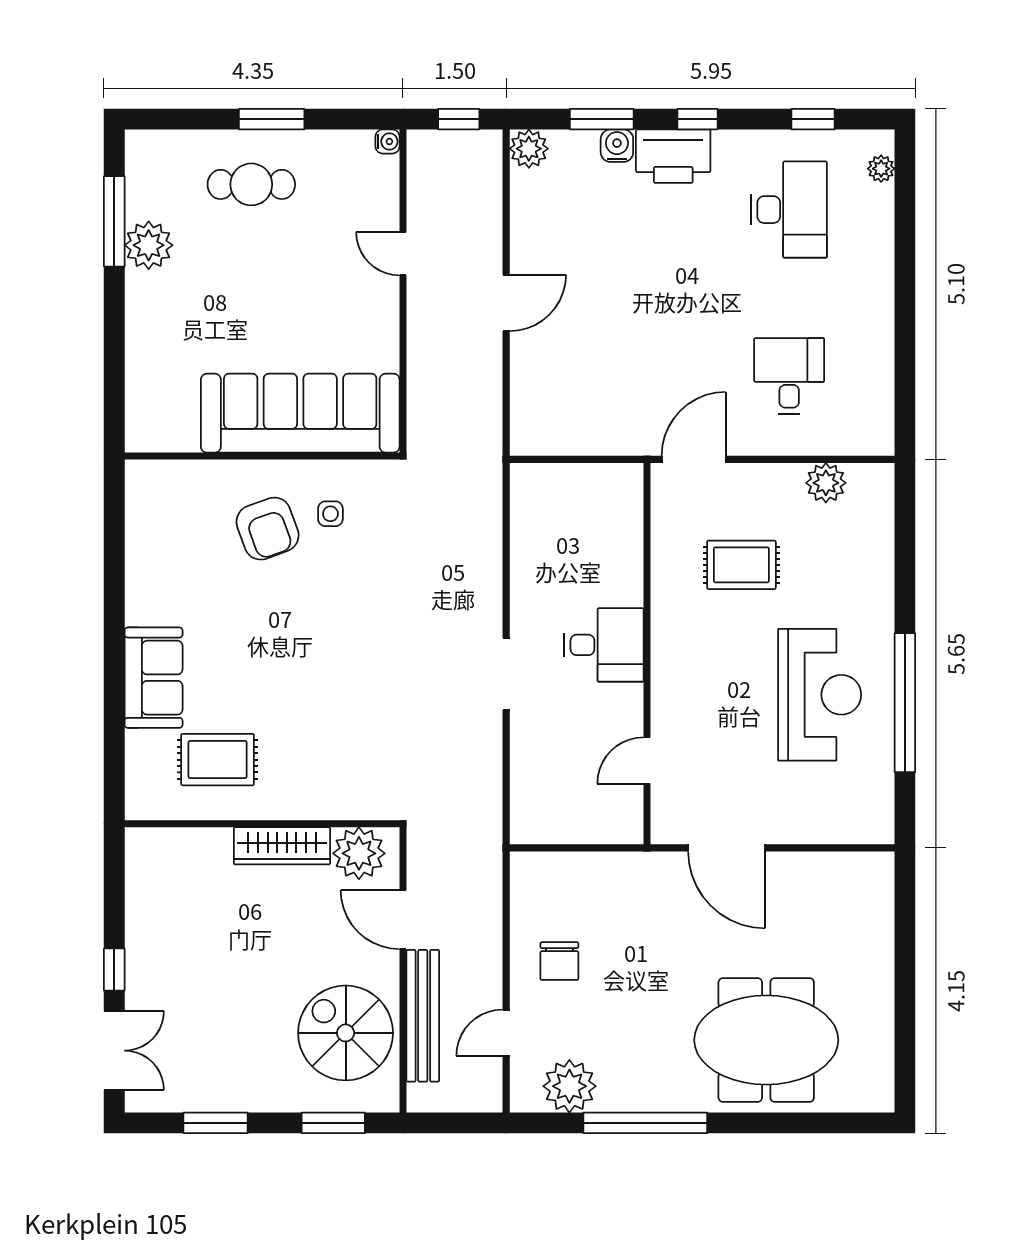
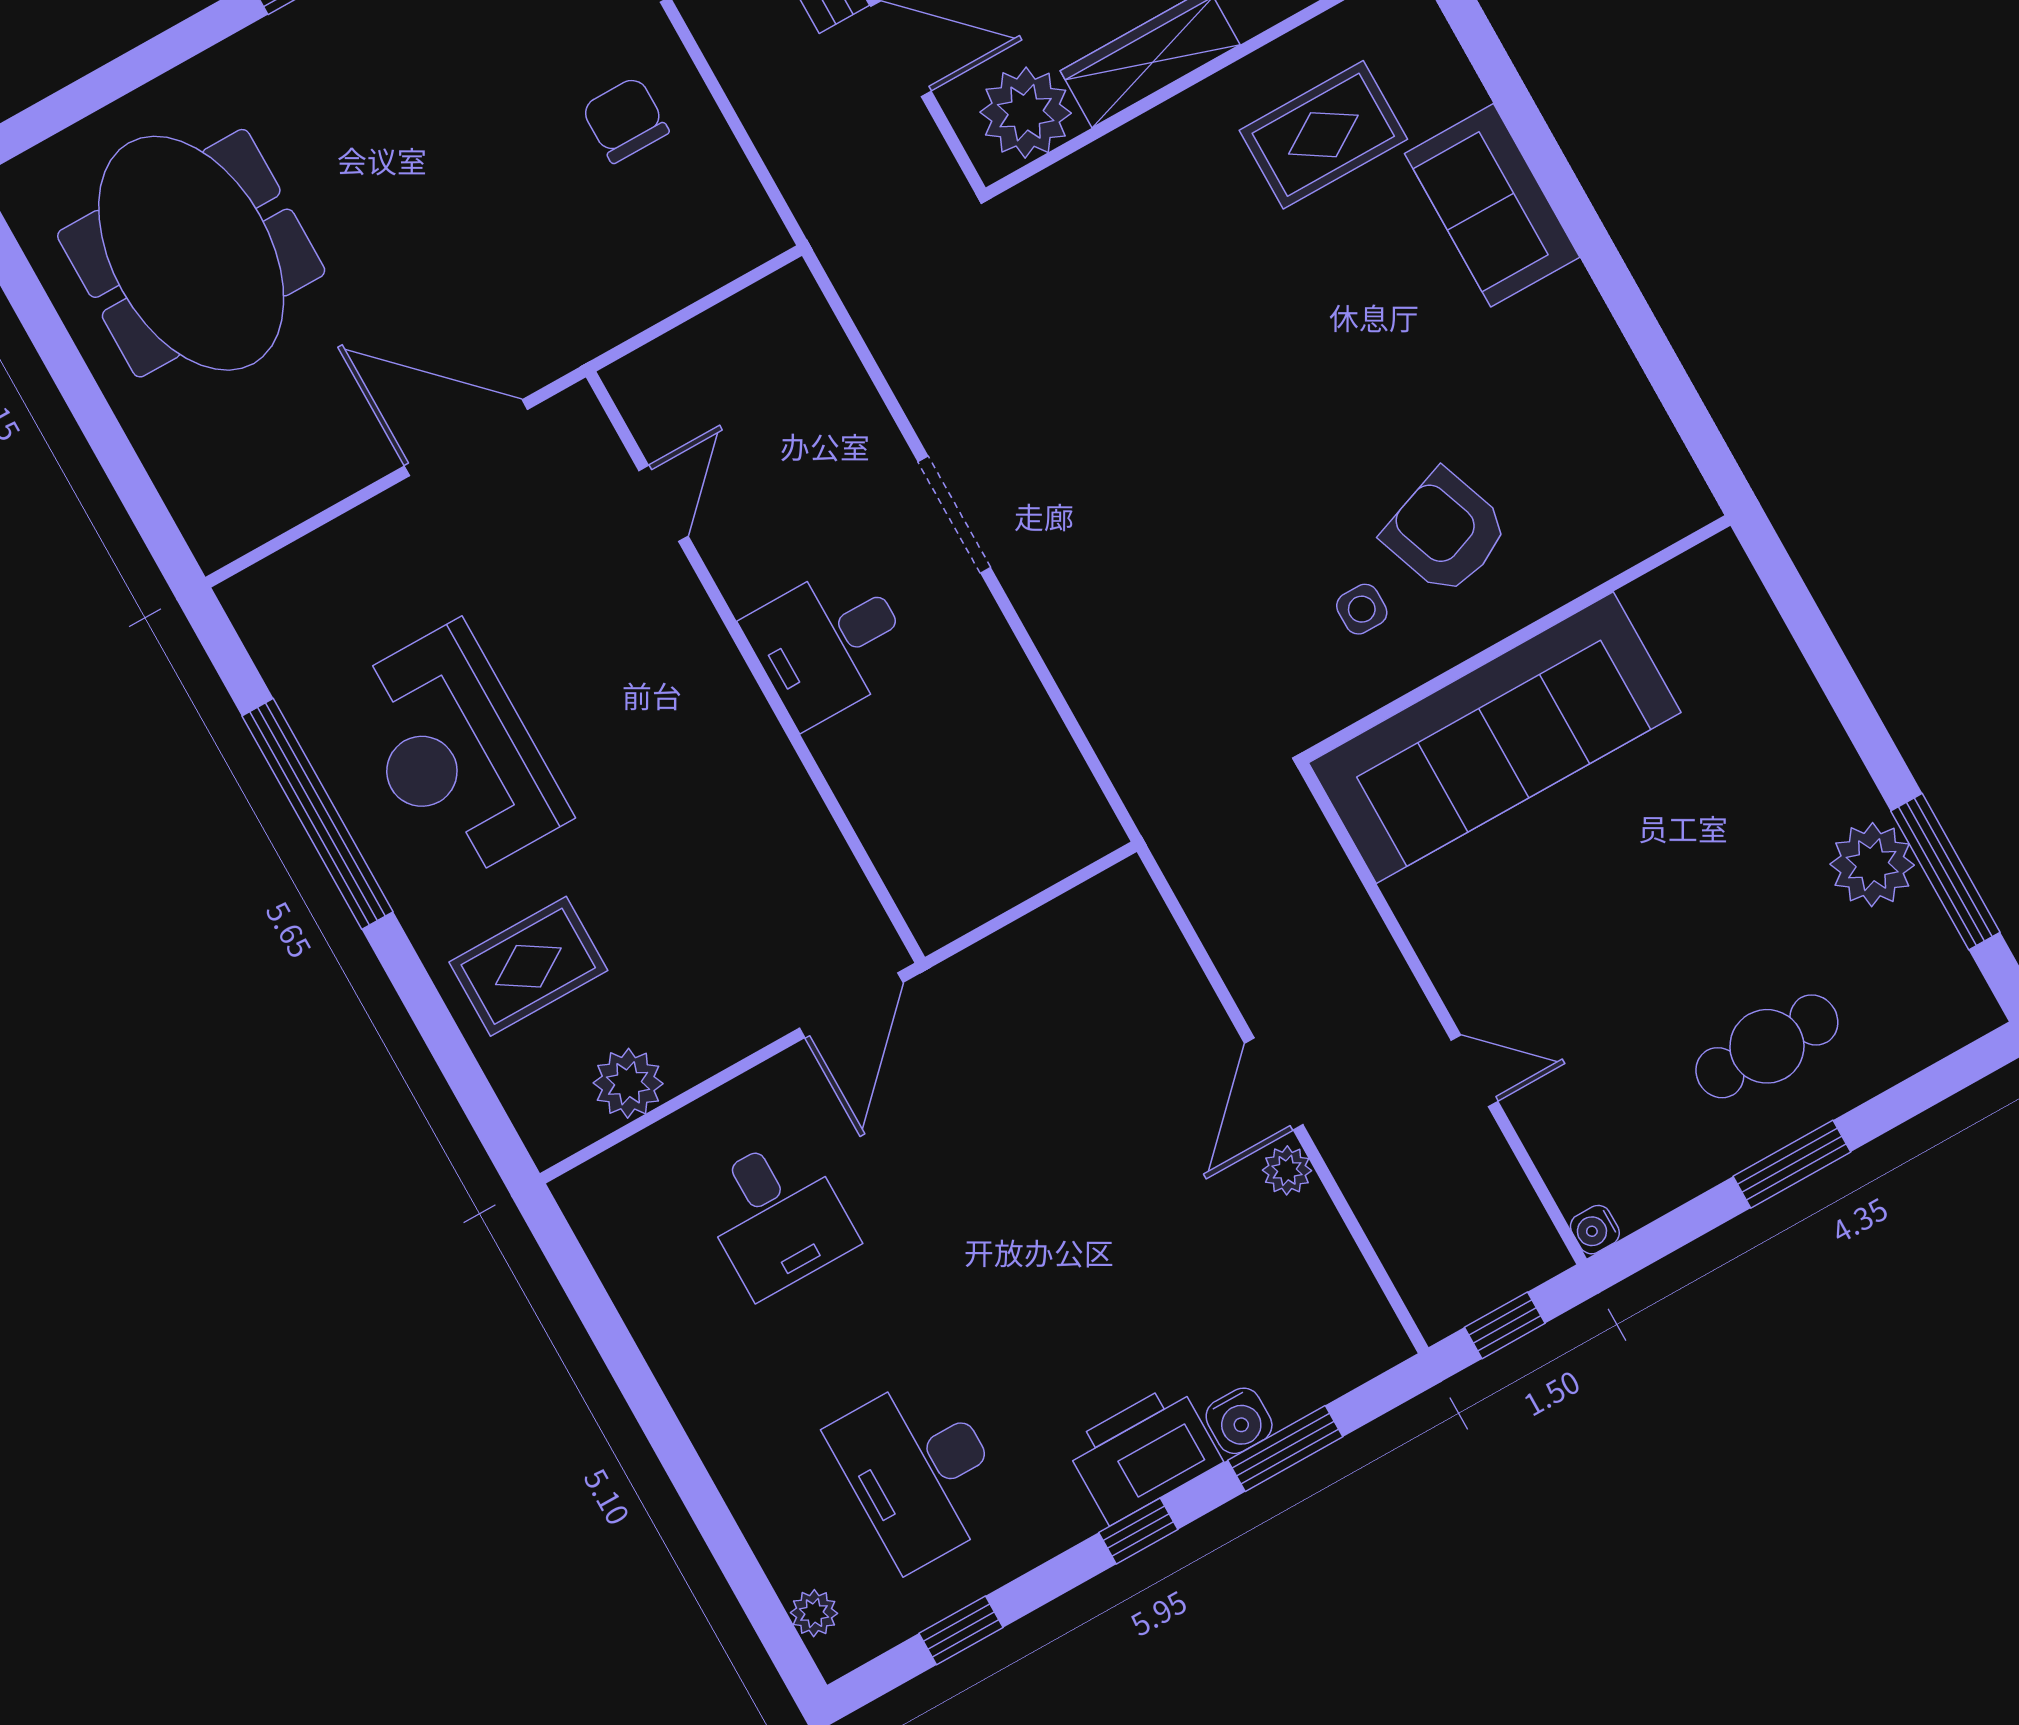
plant: (529, 149) -> (1287, 1170), moved, width x0.73, depth x0.73
rug: (741, 565) -> (528, 966), moved
meeting table: (766, 1040) -> (191, 253), moved, turned 90

